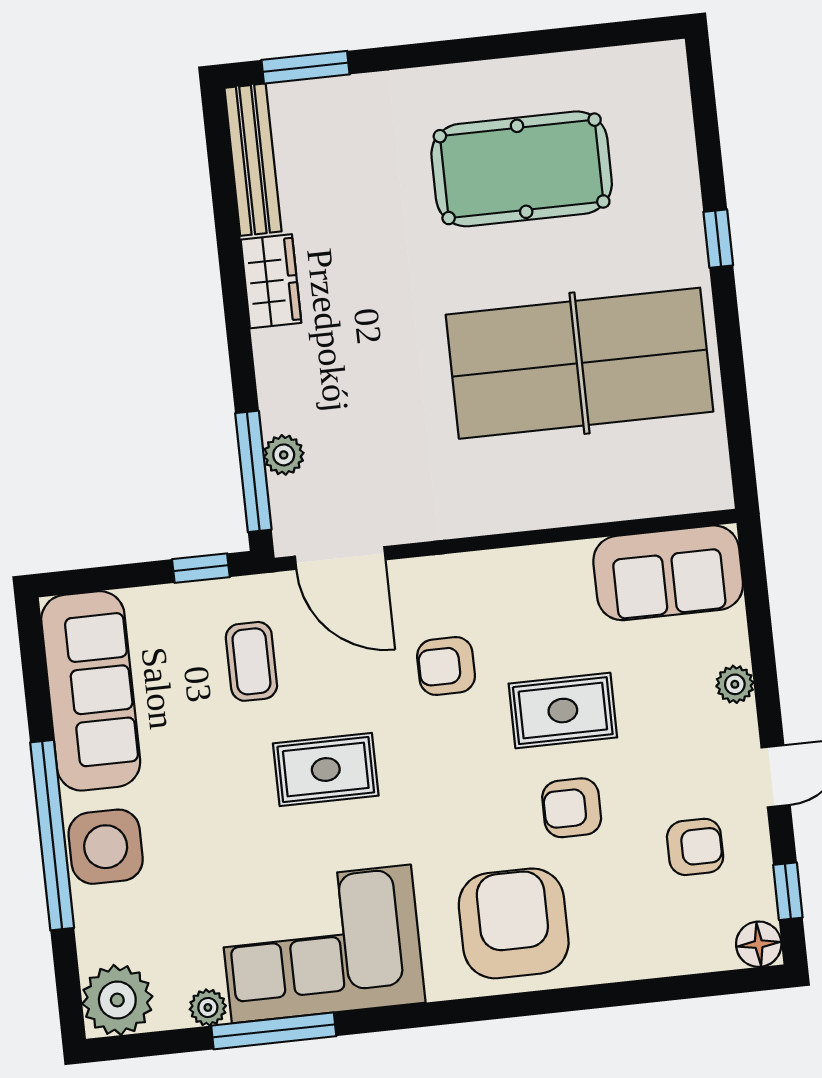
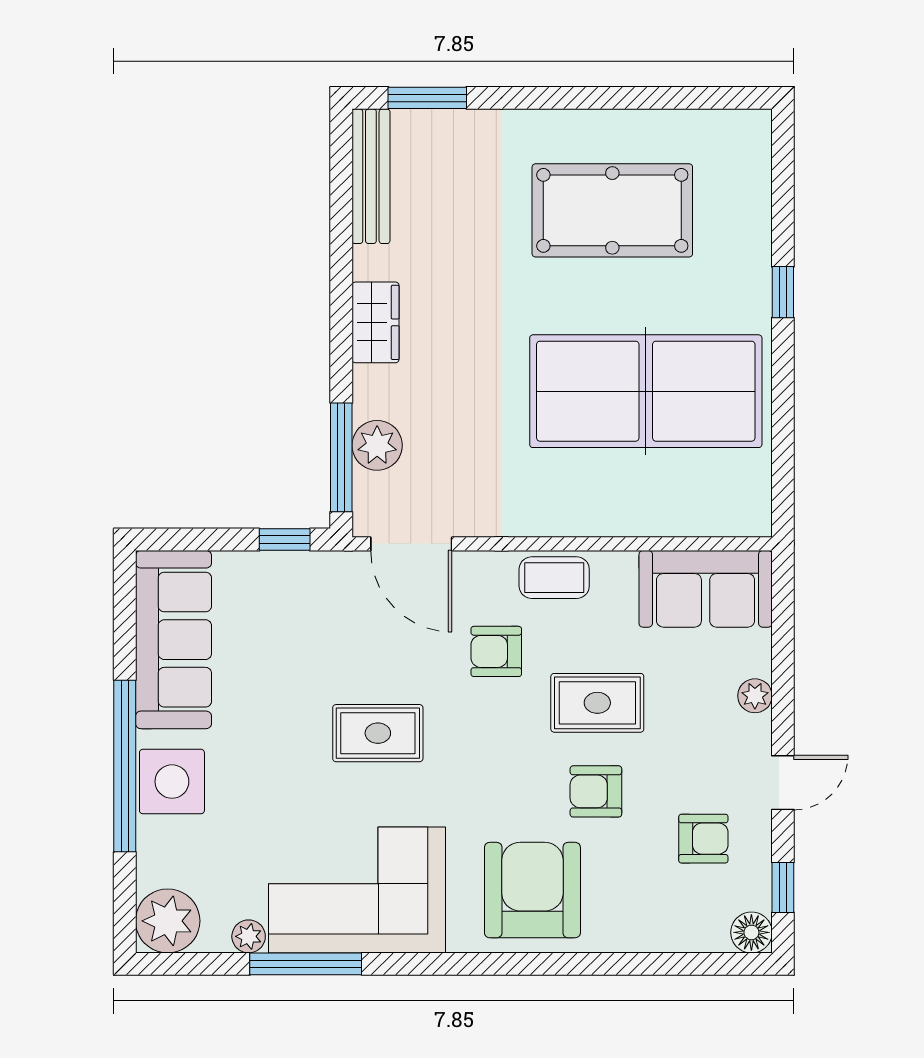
wardrobe: (271, 281) -> (375, 322), moved
plant: (284, 455) -> (377, 445), width x1.38, depth x1.38
coffee table: (251, 661) -> (554, 578), moved, turned 90

